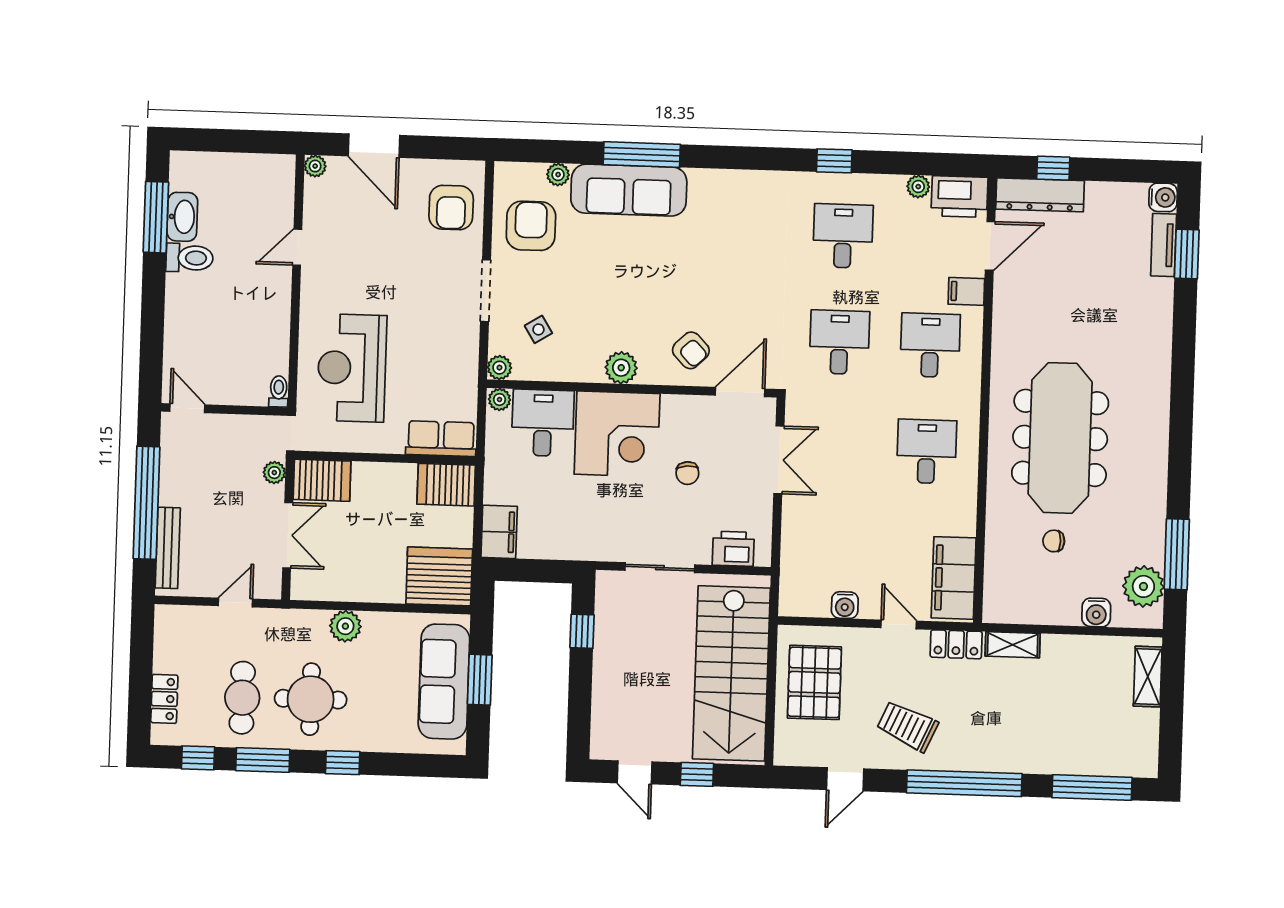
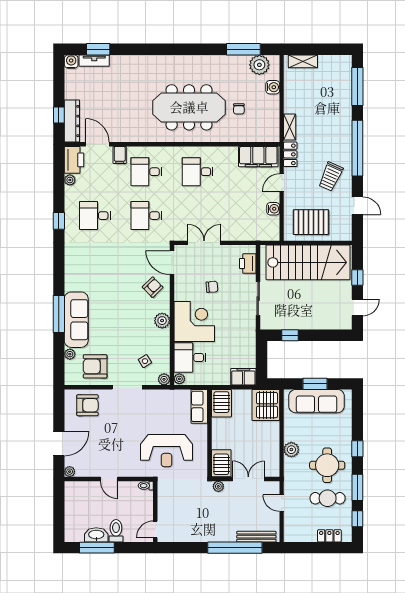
toilet: (279, 391) -> (146, 486), moved
door: (187, 408) -> (155, 529), moved
wall: (224, 409) -> (155, 512), moved

